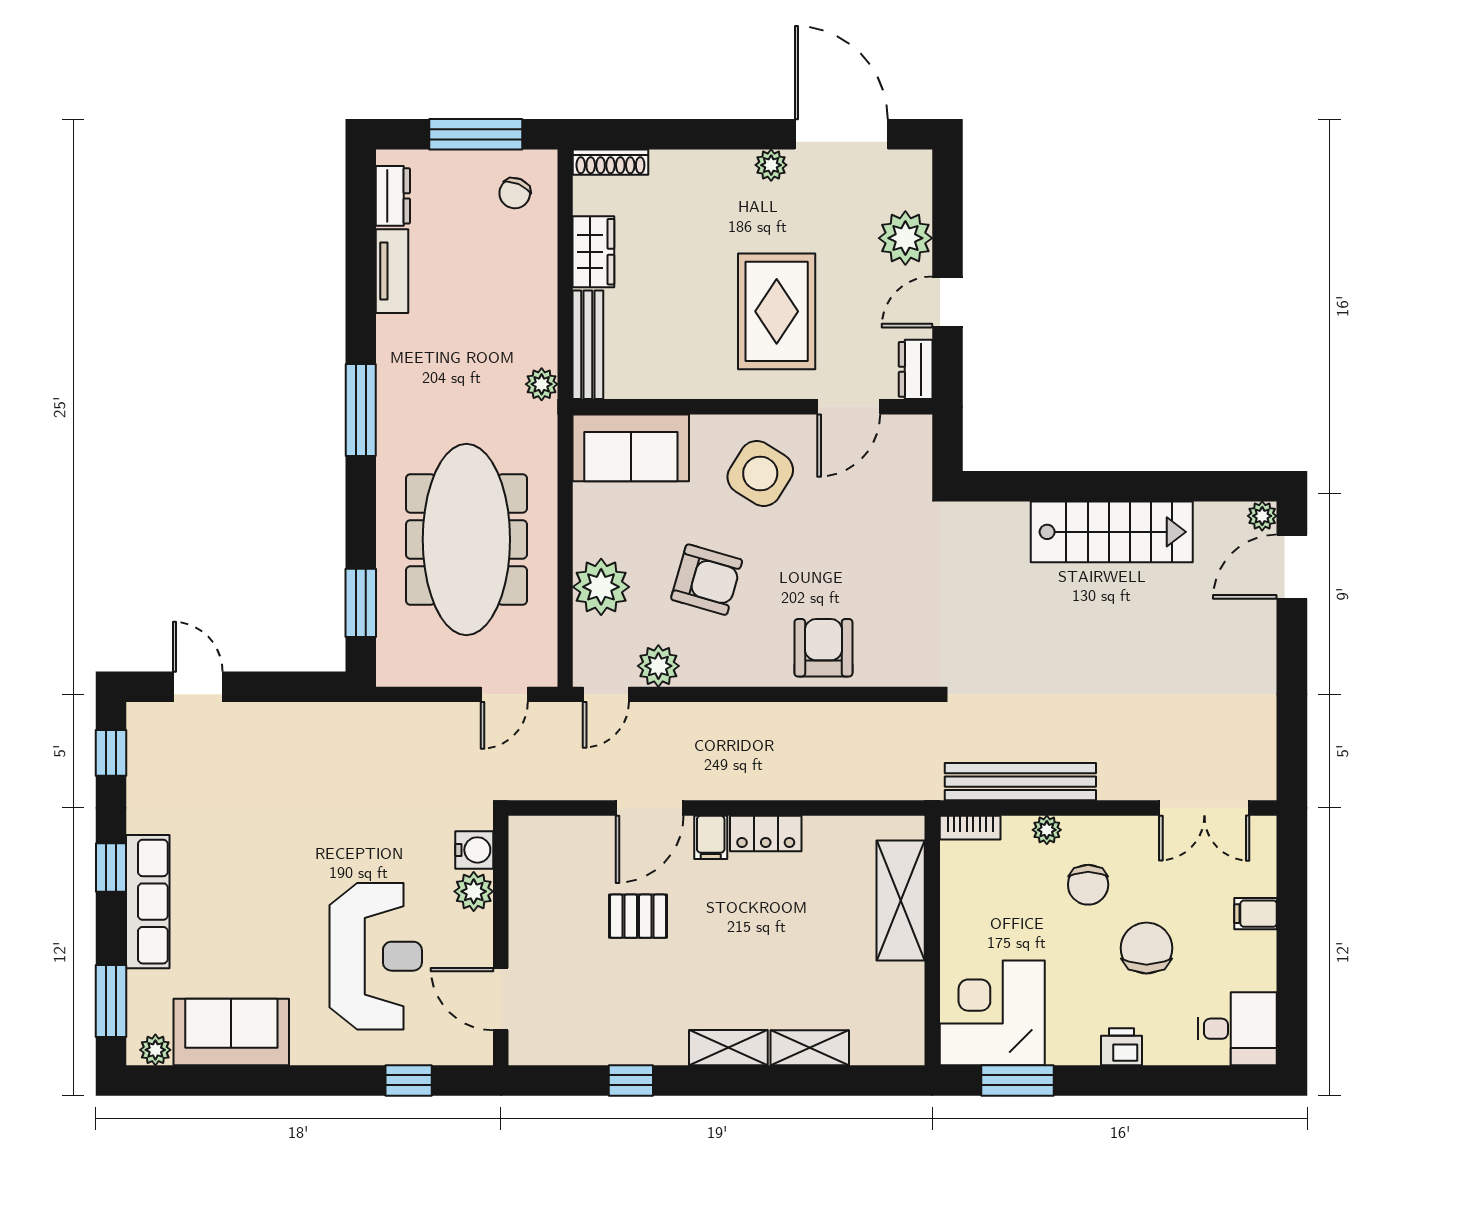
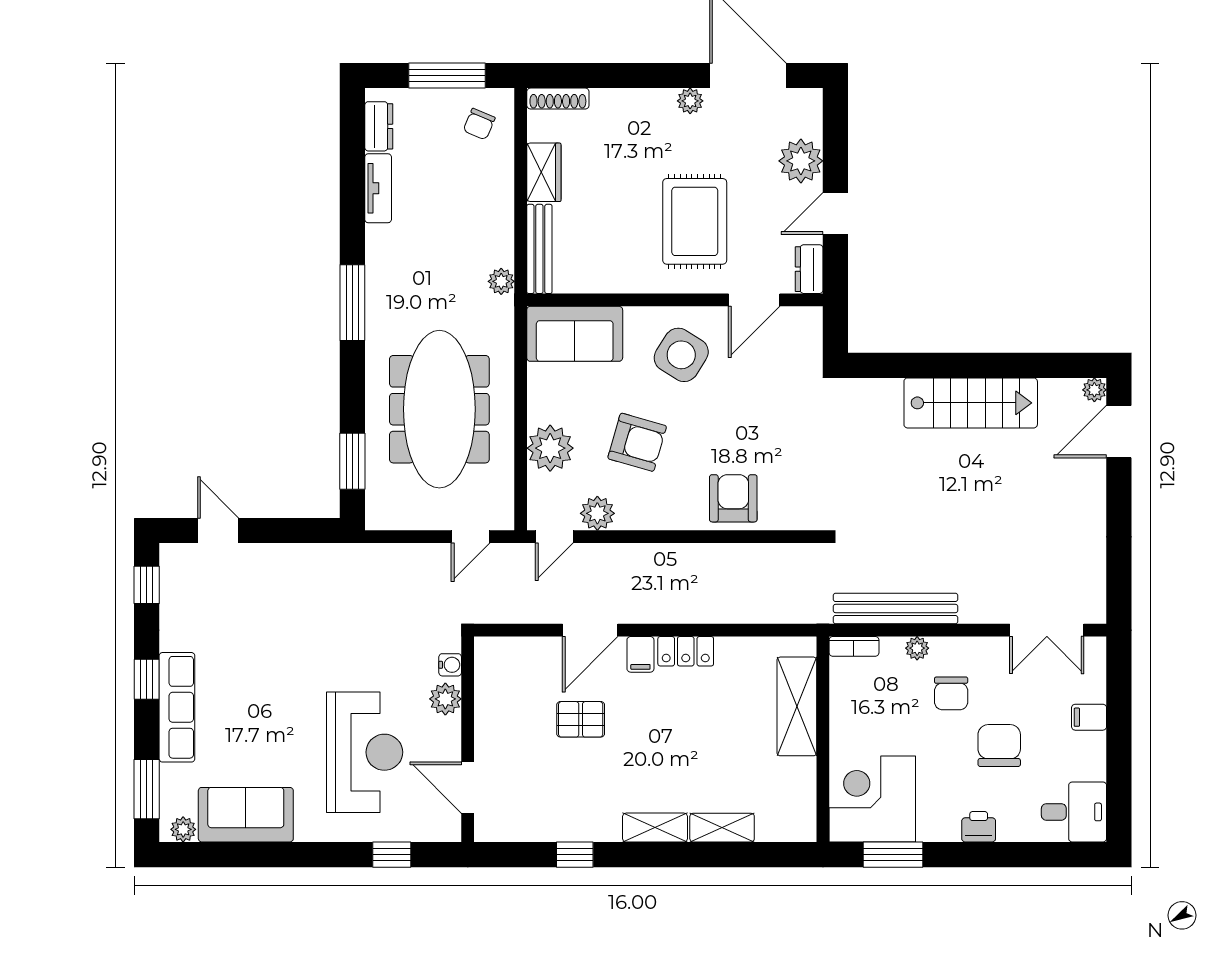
water cooler: (474, 850) -> (450, 665), width x0.72, depth x0.72

